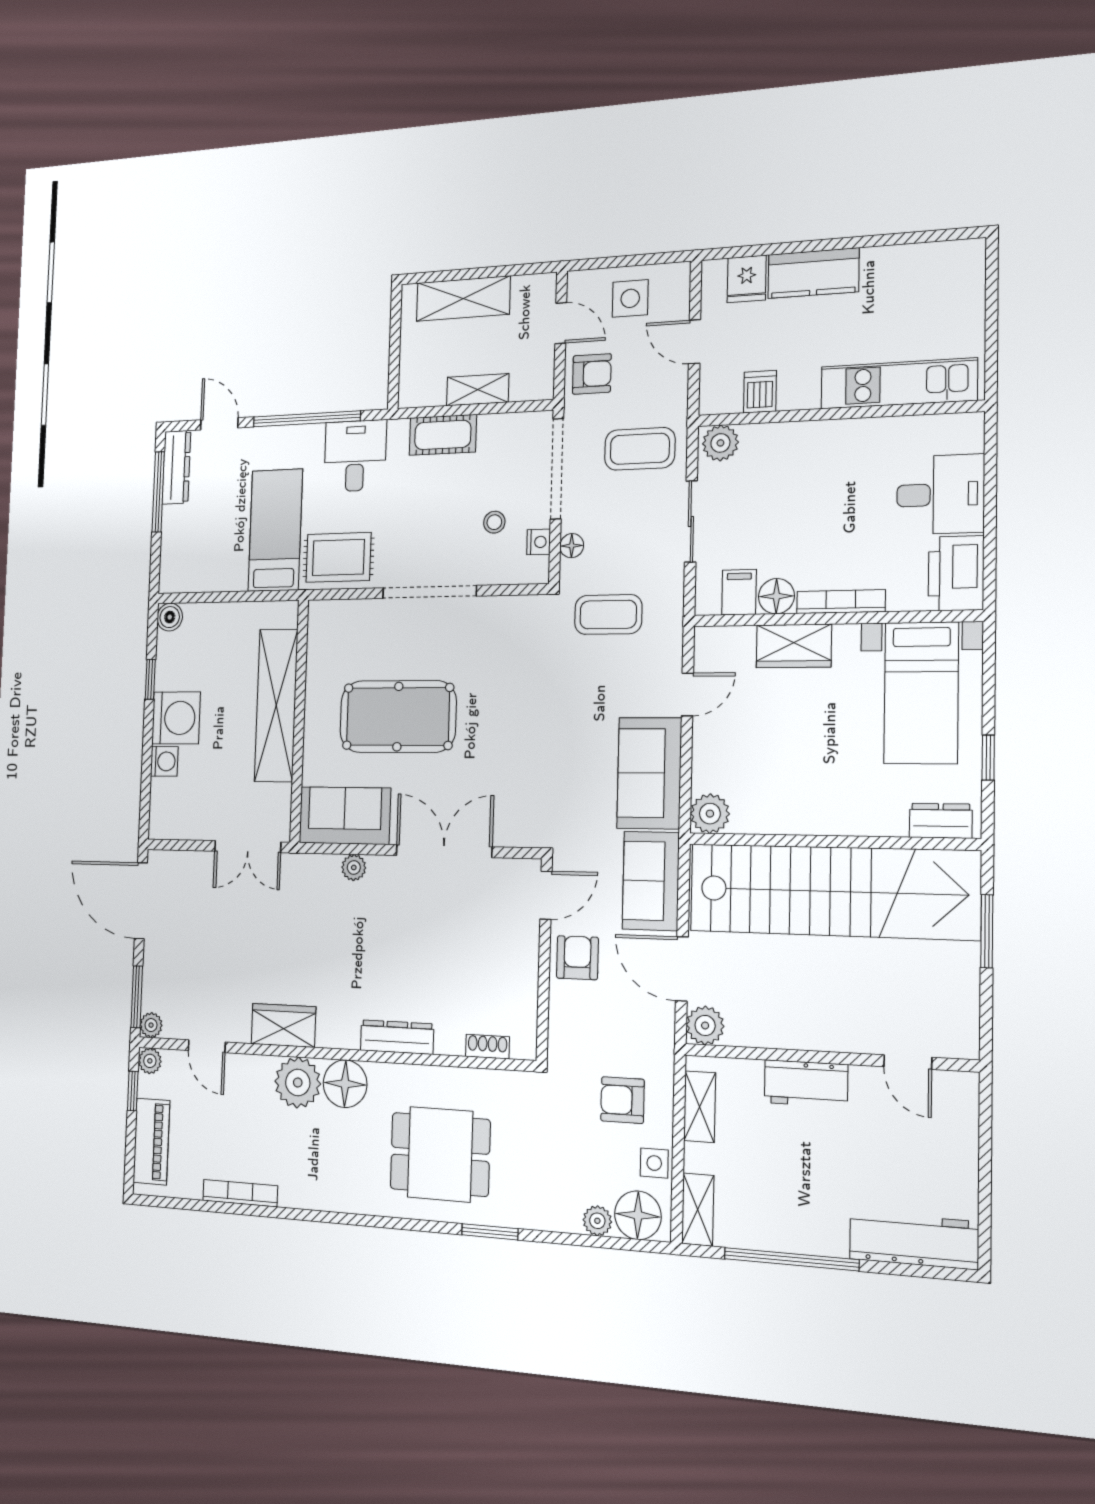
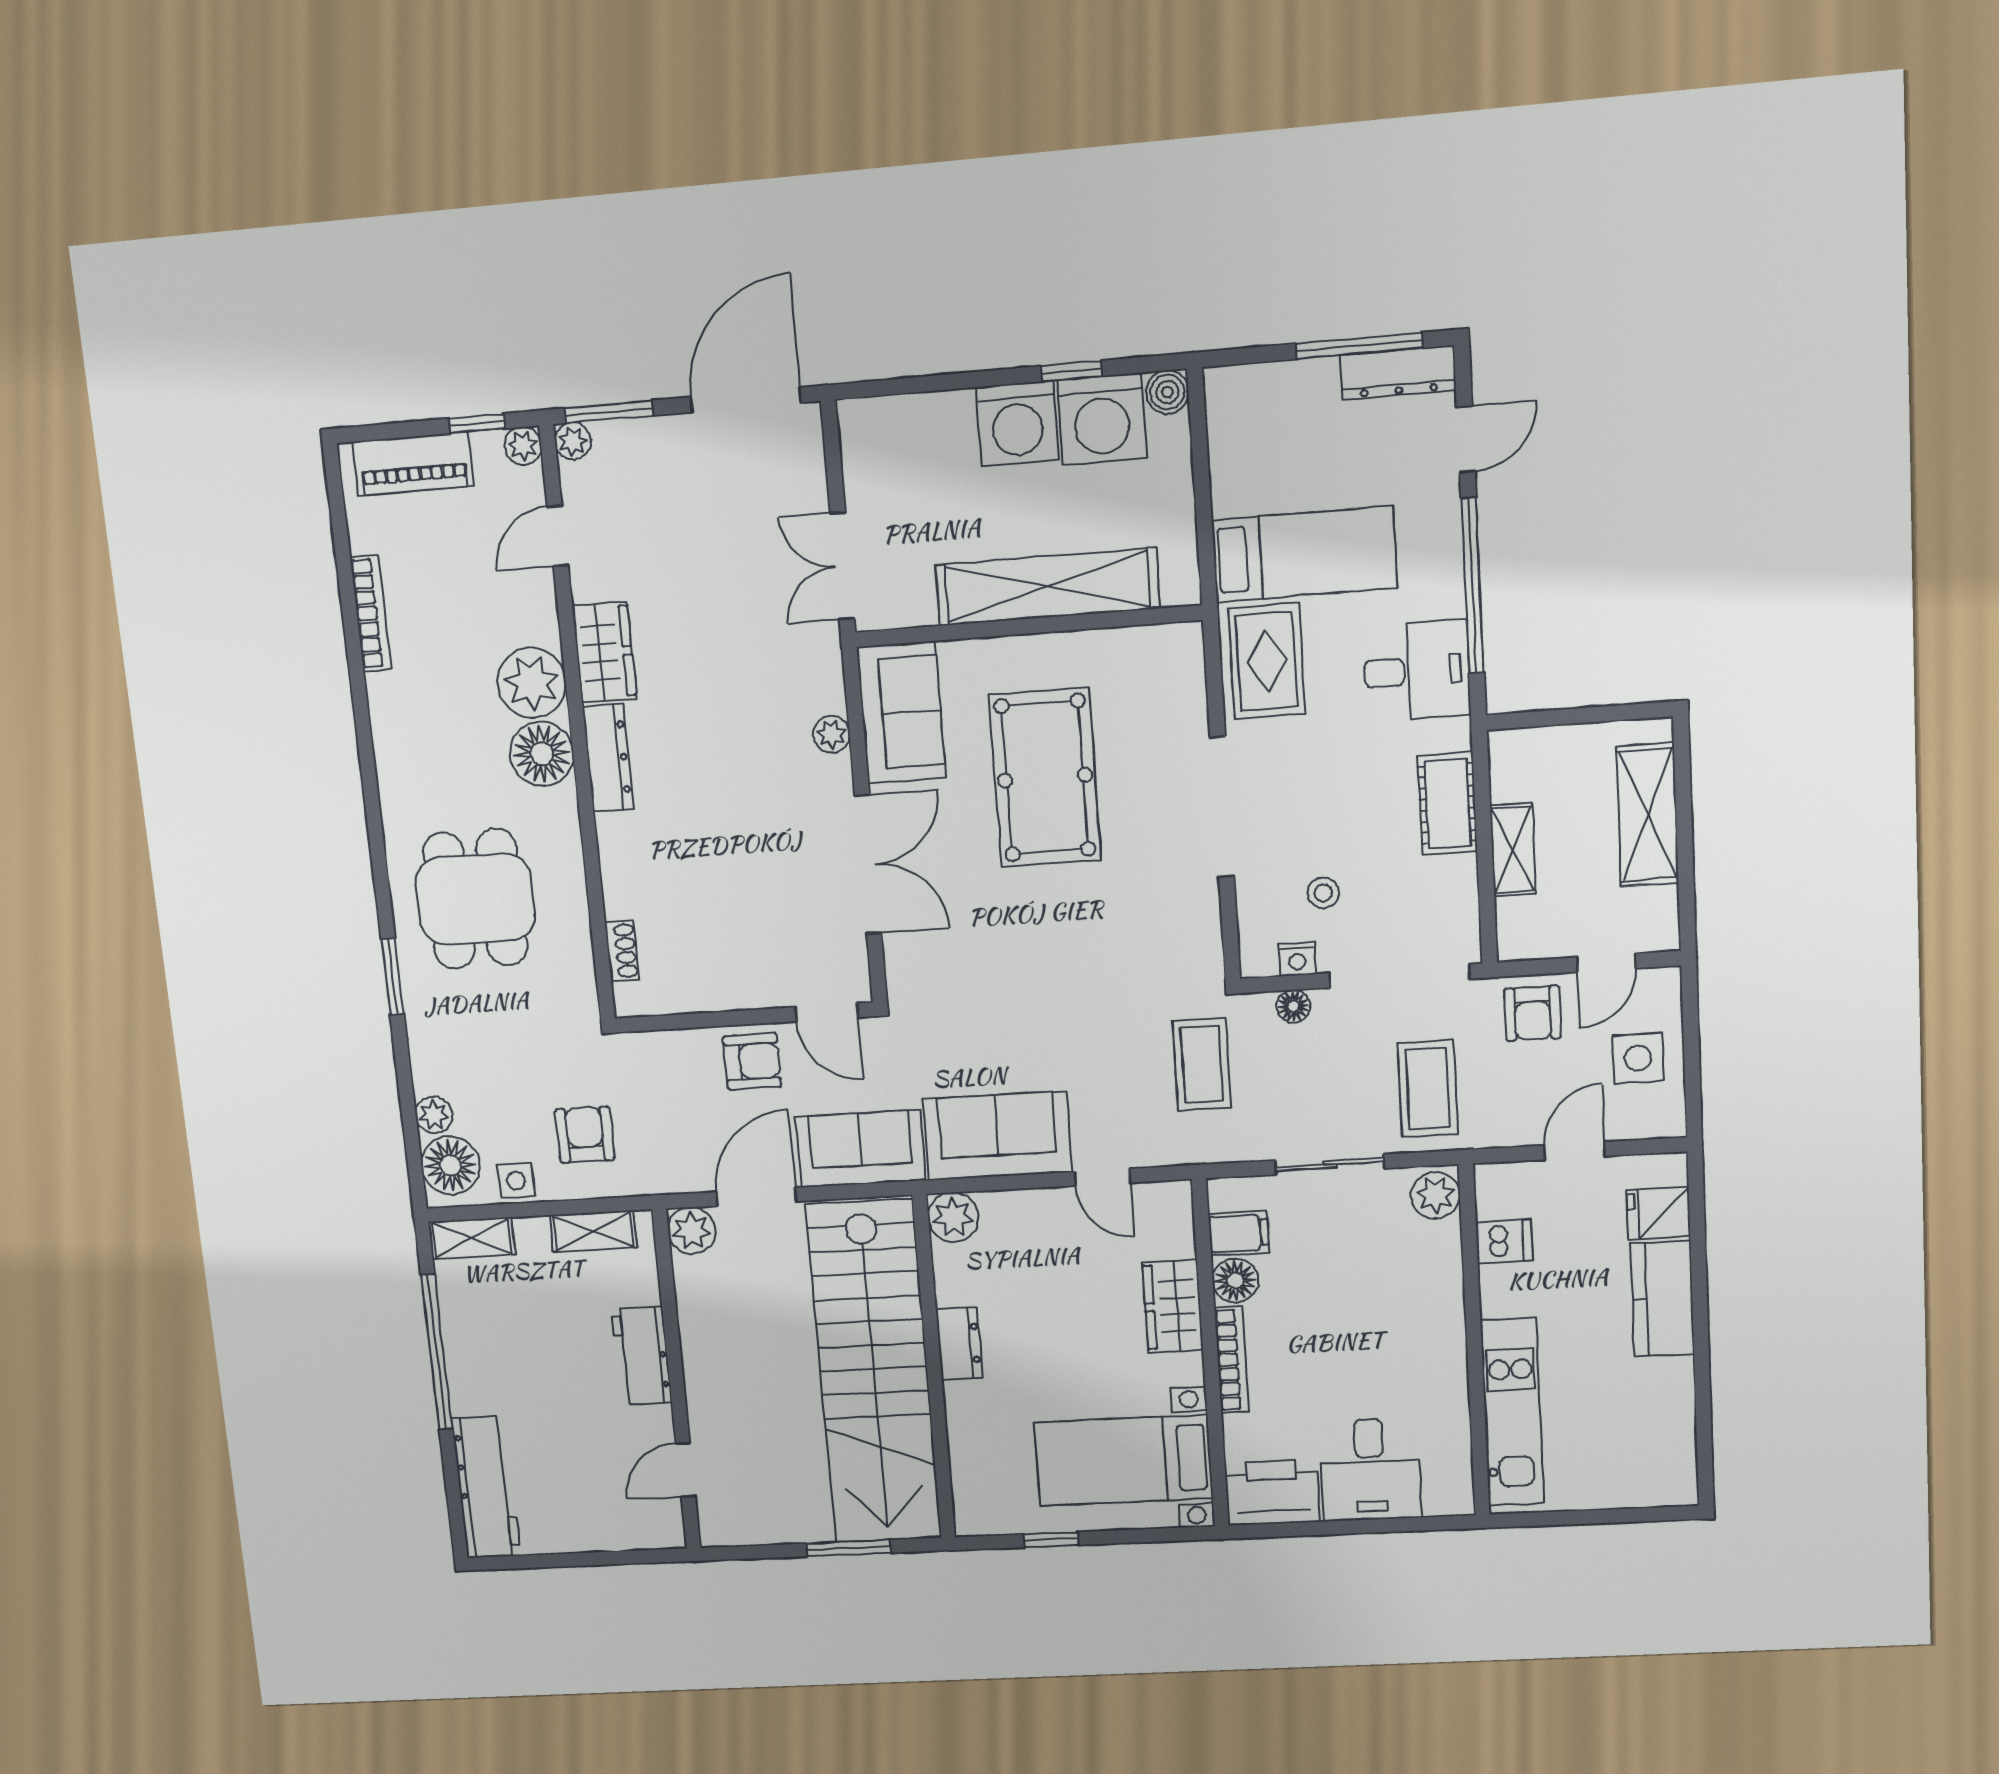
washing machine: (164, 761) -> (1102, 419), moved, width x1.89, depth x1.89
dresser: (941, 821) -> (959, 1344), moved
dresser: (397, 1037) -> (608, 758), moved

